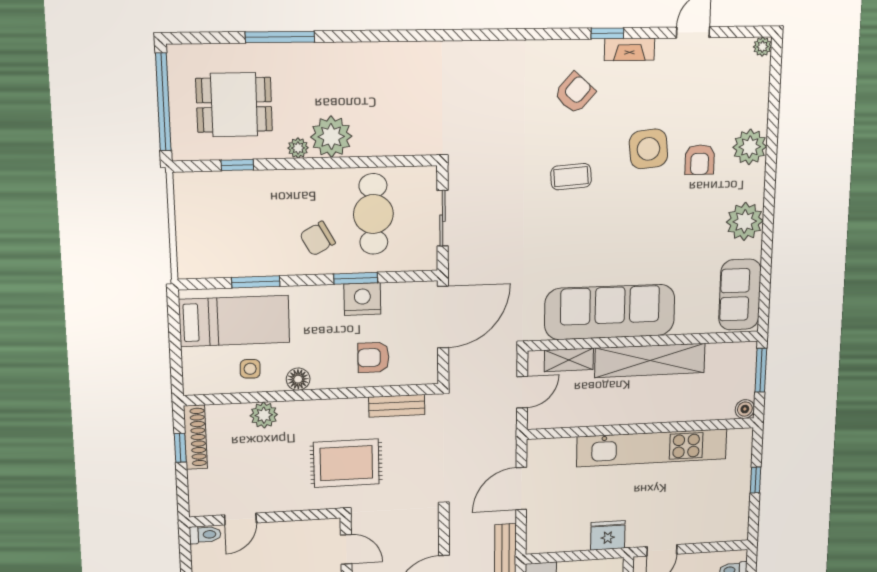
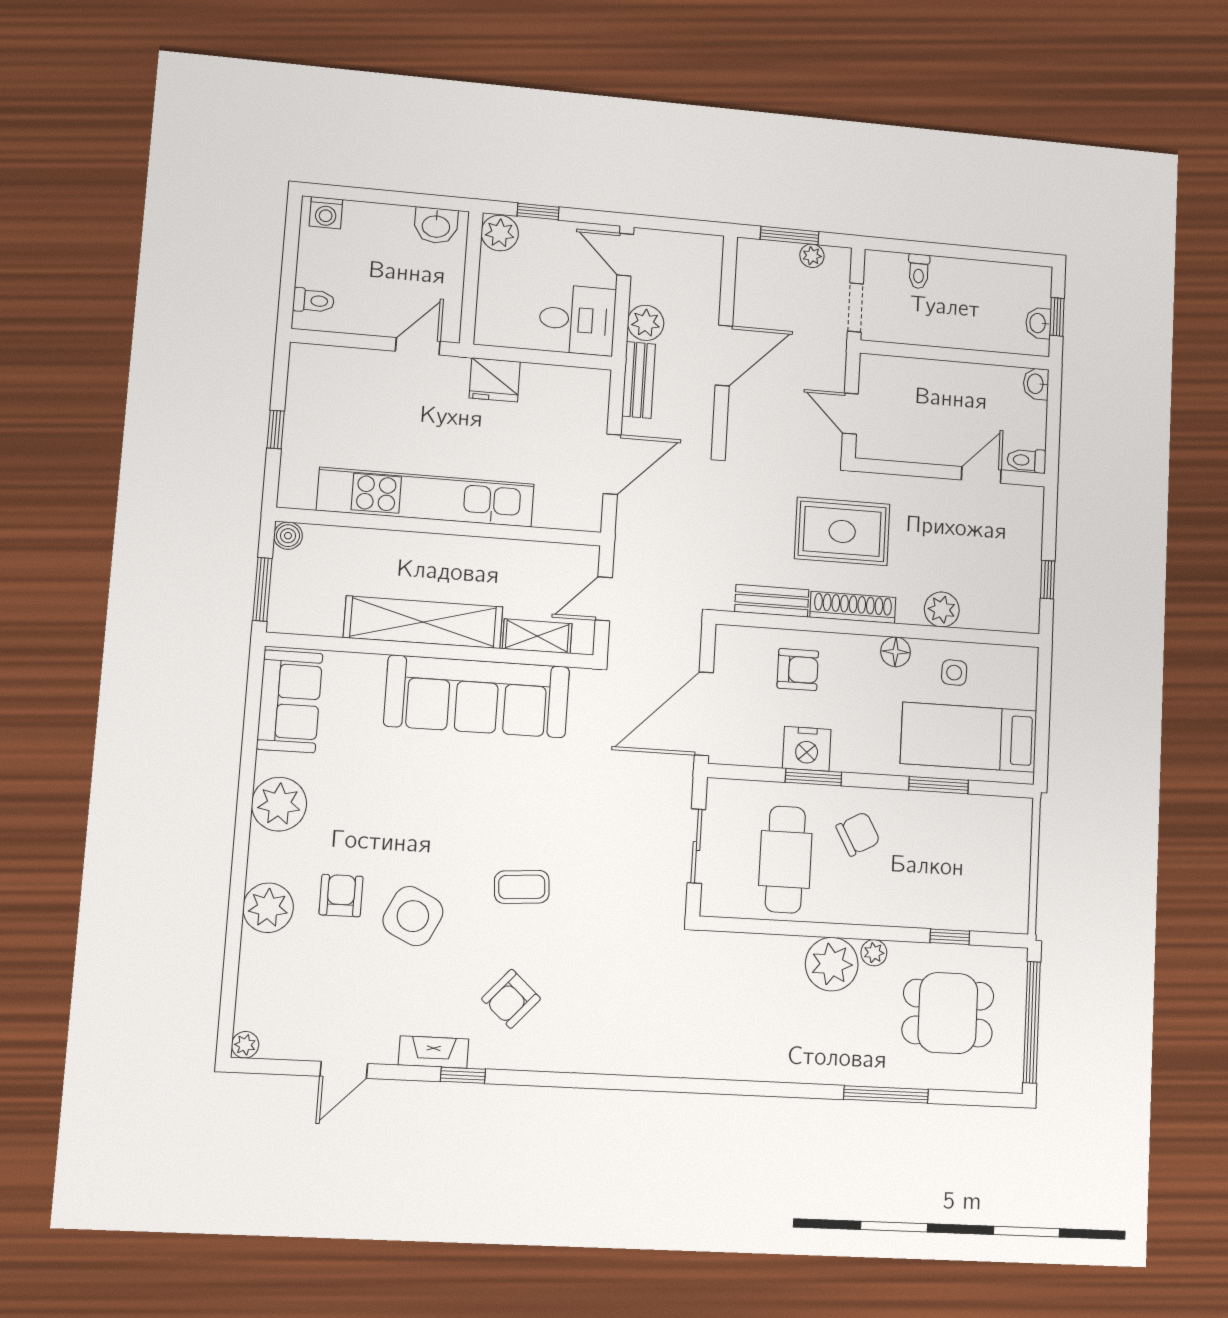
side table: (648, 149) -> (413, 916), turned 32
shoe rack: (195, 437) -> (853, 607), moved, turned 90

